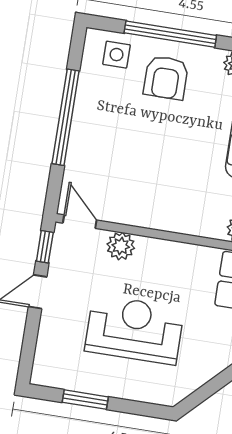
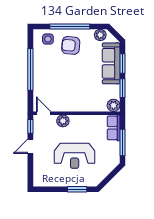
armchair: (166, 78) -> (71, 45), turned 95
reception desk: (134, 330) -> (75, 156), turned 180
window: (85, 400) -> (77, 189), moved

